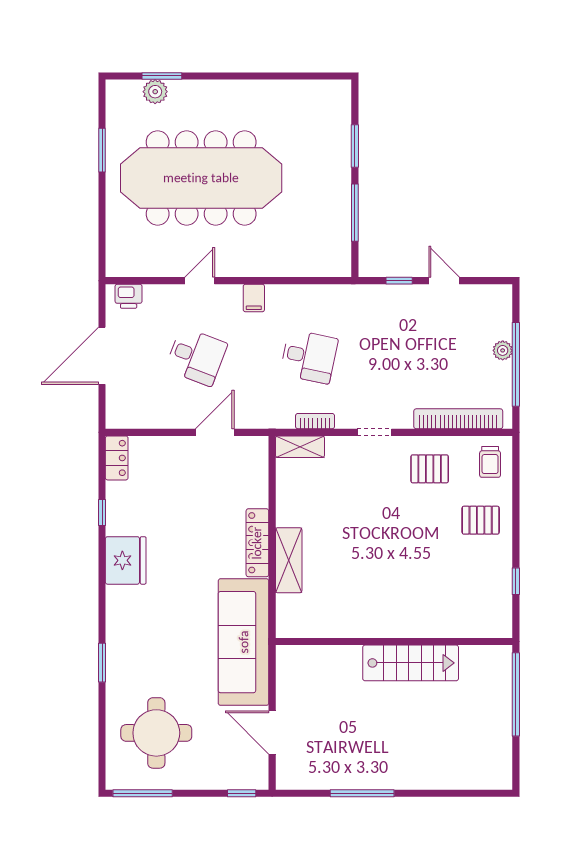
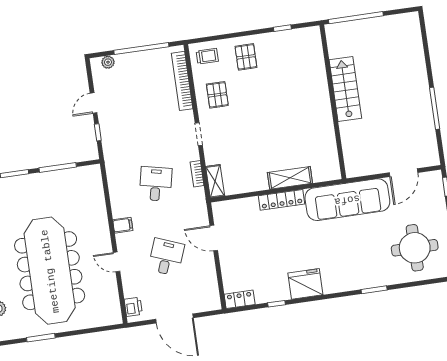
plant: (503, 350) -> (108, 62), moved

